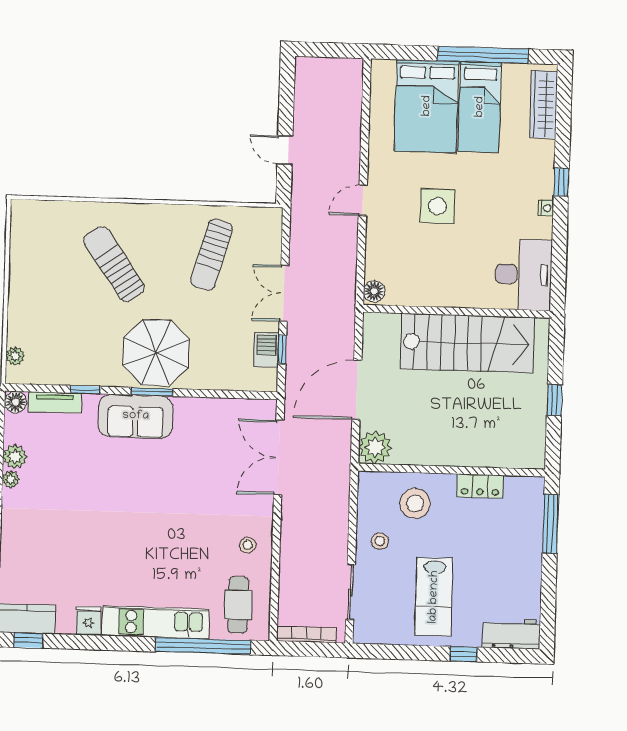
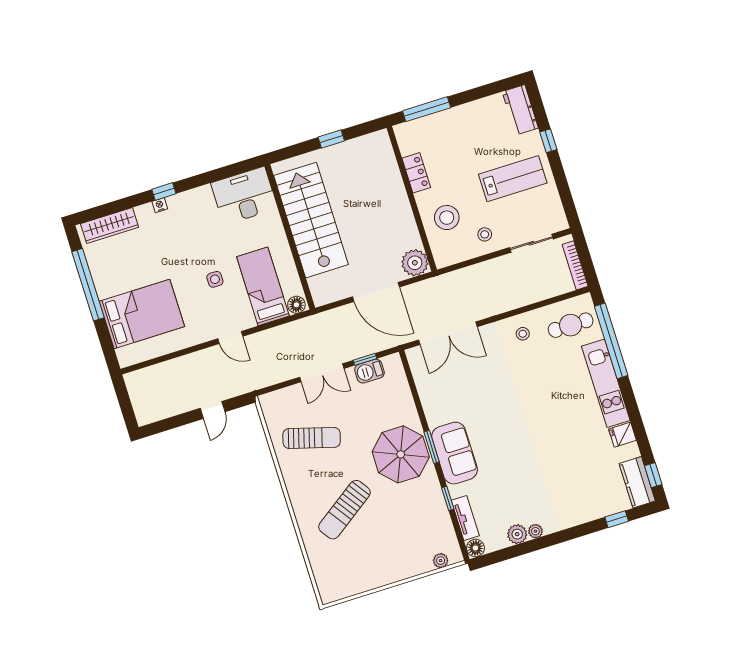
bed: (480, 107) -> (263, 286), moved, turned -90
side table: (437, 206) -> (215, 279), width x0.54, depth x0.54
nightstand: (546, 208) -> (160, 205), moved

